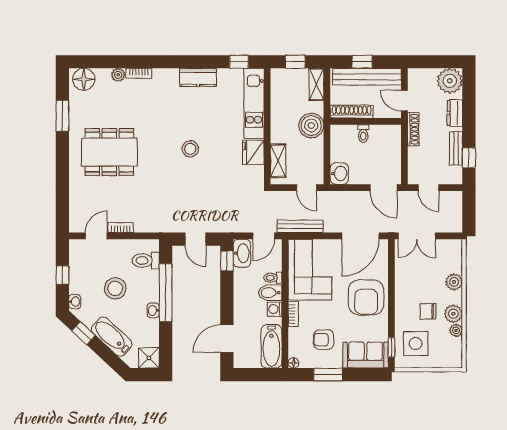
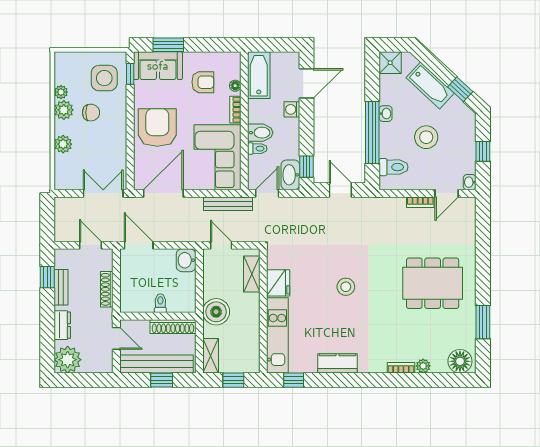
shoe rack: (413, 129) -> (107, 289), moved
washbasin: (75, 302) -> (470, 182), moved
washing machine: (275, 309) -> (292, 109), moved, turned 180
floor lamp: (293, 363) -> (235, 86), moved
window: (328, 375) -> (168, 45), moved

